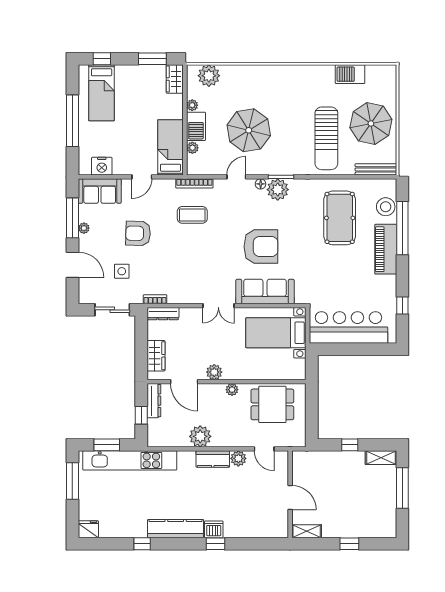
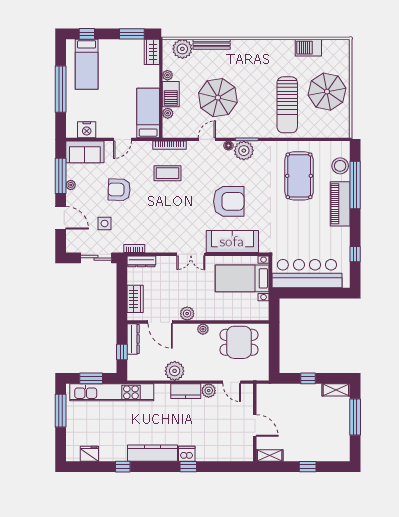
bench: (376, 169) -> (212, 44), moved
fridge: (88, 529) -> (89, 454), moved

